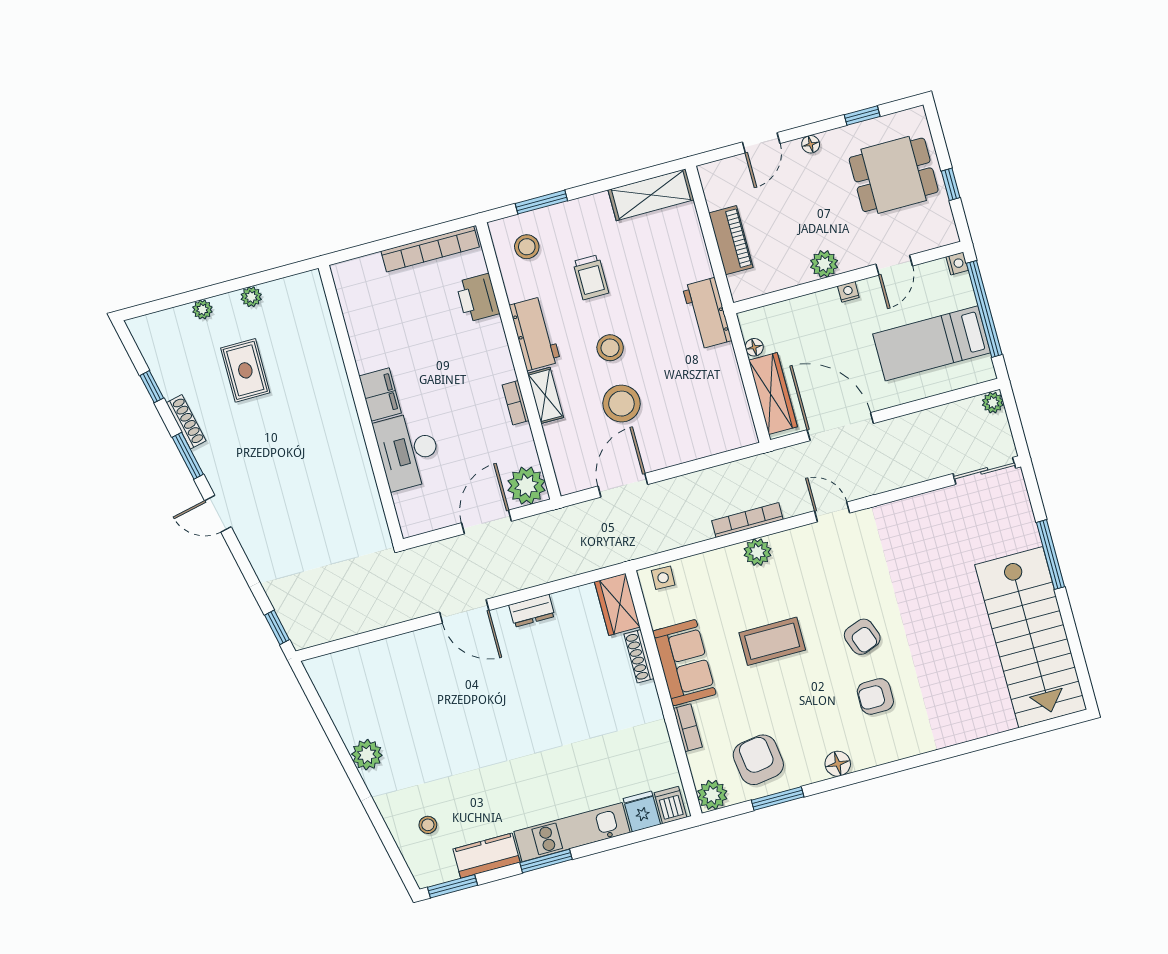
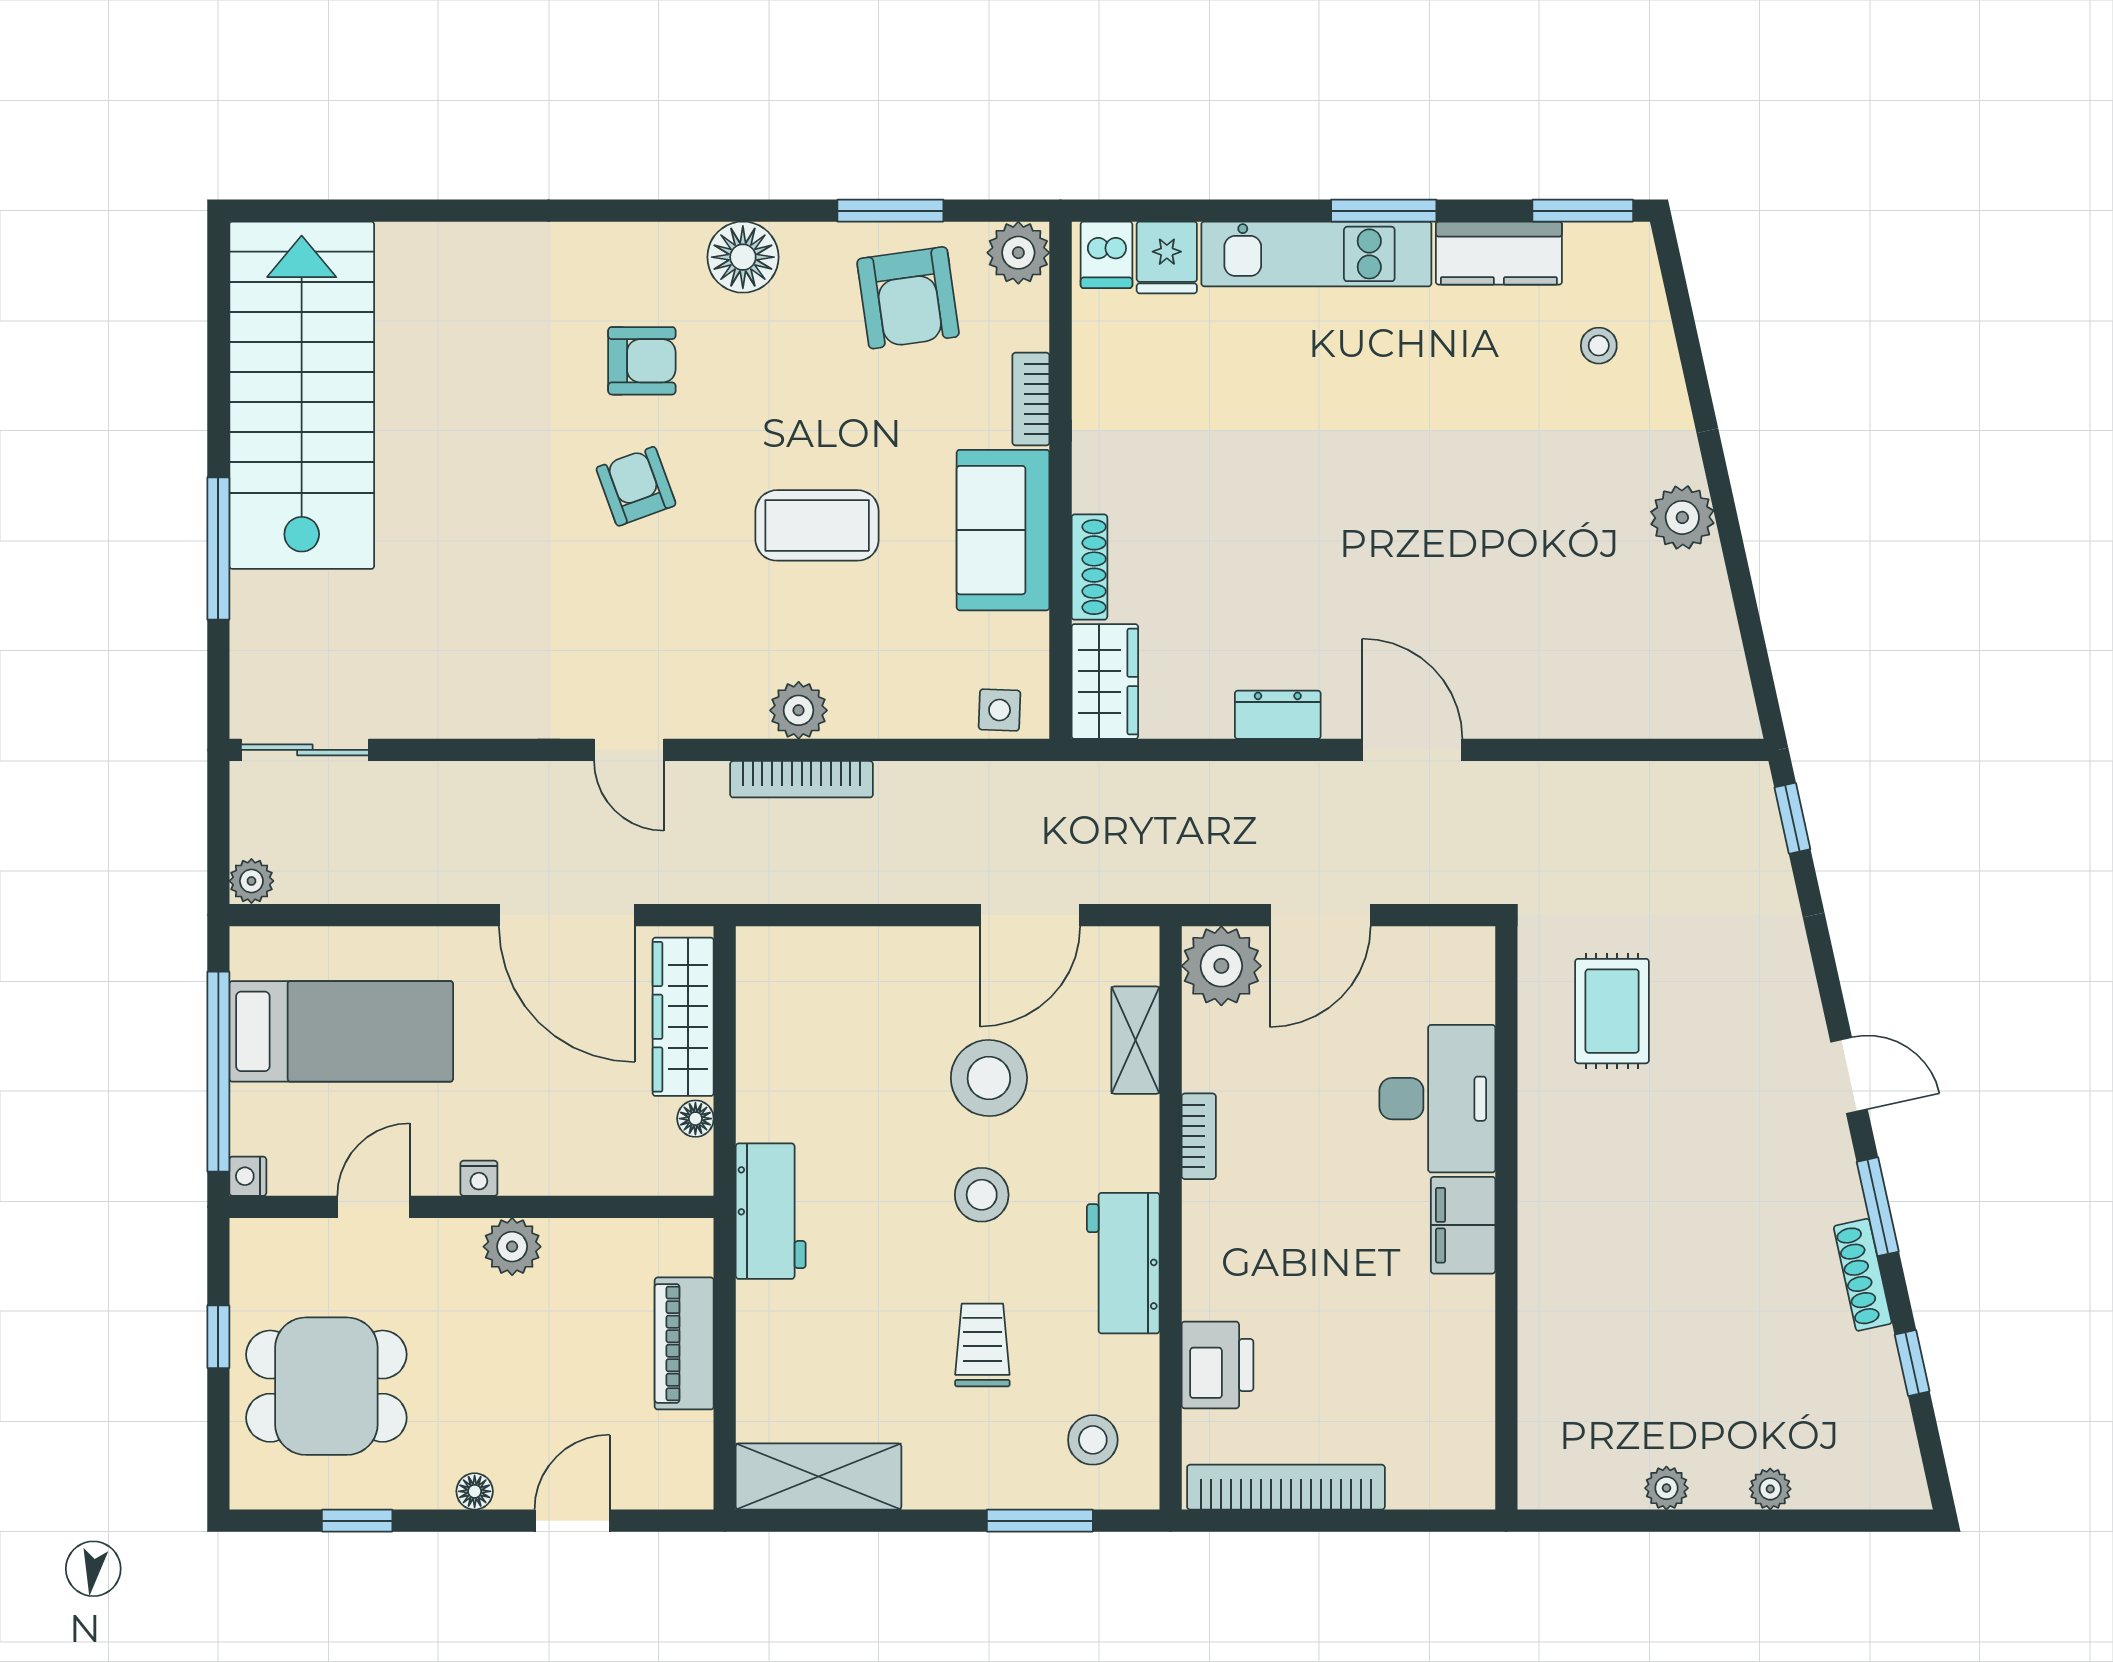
rug: (245, 370) -> (1612, 1011), moved
shelving: (545, 395) -> (1135, 1040), moved
floor lamp: (838, 764) -> (743, 257), width x1.38, depth x1.38

